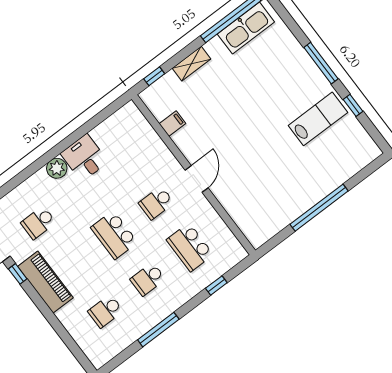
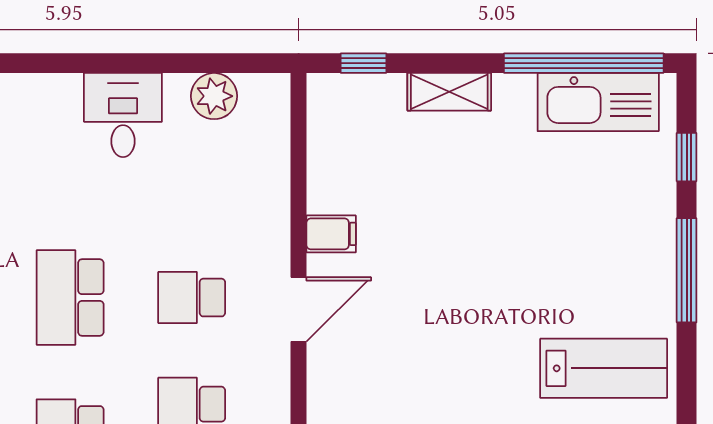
window: (353, 105) -> (687, 157), moved
filing cabinet: (172, 124) -> (331, 234), moved
plant: (57, 168) -> (214, 96), moved

